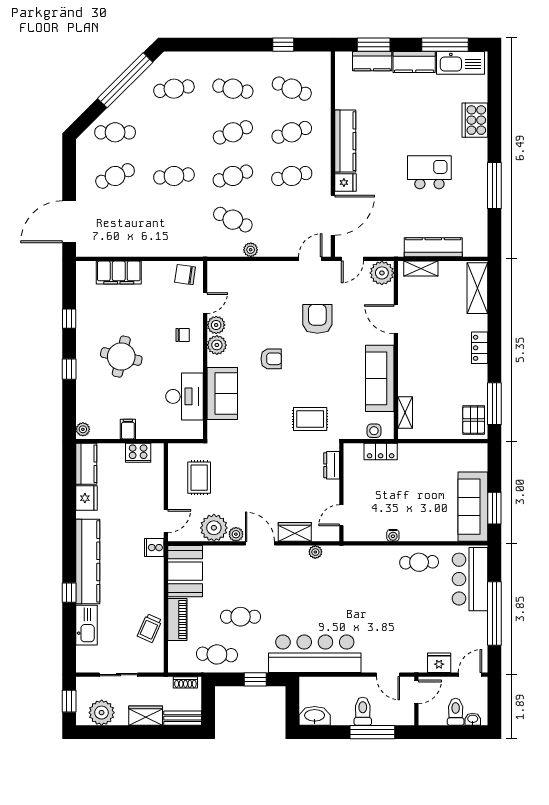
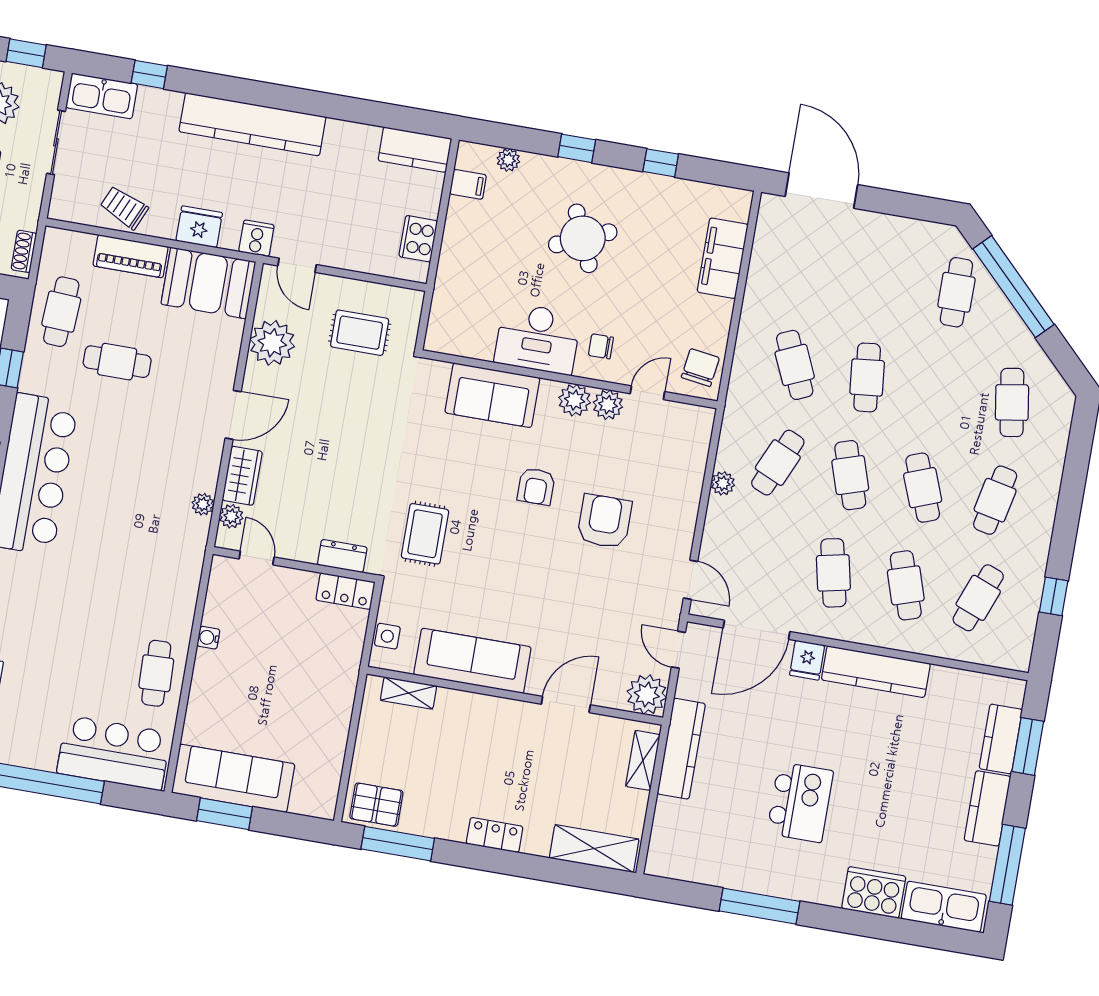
kitchen sink: (460, 63) -> (944, 907), moved, turned 90
window: (125, 80) -> (1013, 287), moved
cafe table: (115, 176) -> (795, 365), moved
door: (333, 215) -> (757, 630), hinge flipped
kitchen counter: (433, 247) -> (681, 749), moved
door: (205, 303) -> (647, 393), swing flipped
armchair: (317, 319) -> (604, 521), moved, turned -90
chair: (183, 335) -> (601, 346), turned 90
round table: (121, 357) -> (583, 238), turned -36
desk: (184, 396) -> (538, 339), moved
plant: (83, 429) -> (508, 160), moved
filing cabinet: (128, 429) -> (468, 184), moved
locker: (381, 452) -> (345, 591), moved, turned -90
fridge: (87, 498) -> (199, 227), moved, turned 180
plant: (236, 534) -> (231, 516), moved
window: (69, 593) -> (149, 74), moved
cafe table: (241, 617) -> (117, 362), turned 90
kitchen sink: (87, 625) -> (102, 96), moved

